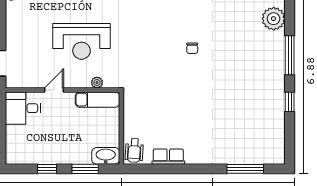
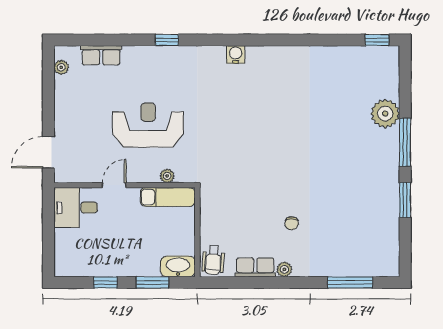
plant: (274, 19) -> (385, 114), moved
reception desk: (82, 41) -> (148, 125), turned 180
chair: (192, 48) -> (292, 223), moved
window: (290, 102) -> (405, 200), width x1.50
plant: (192, 158) -> (284, 269), added

